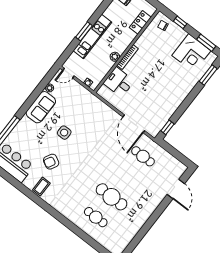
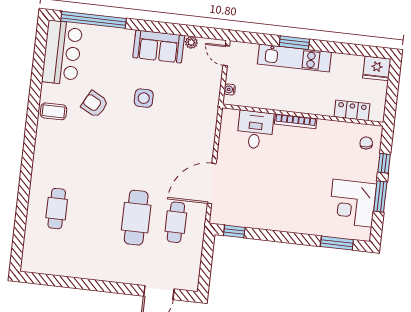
window: (206, 43) -> (380, 197), moved
plant: (115, 57) -> (286, 104), removed
cafe table: (112, 197) -> (136, 218), moved

